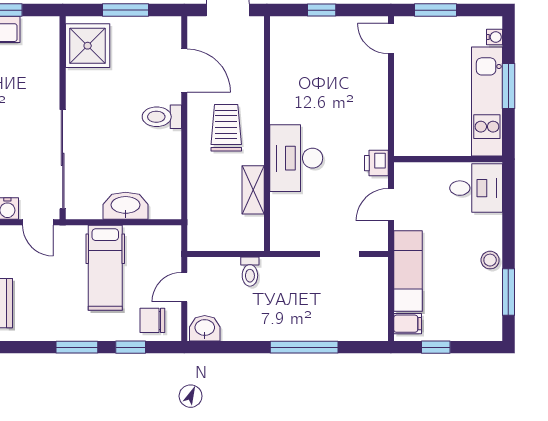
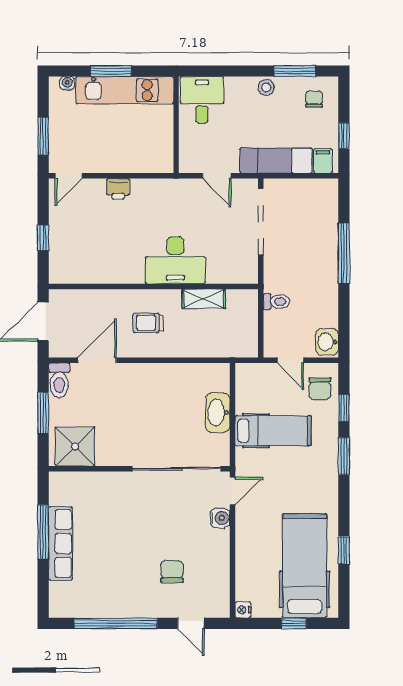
toilet: (162, 117) -> (59, 380), moved
trolley: (226, 128) -> (148, 323), width x0.73, depth x0.72
printer: (376, 163) -> (118, 189), moved
doorway: (339, 254) -> (261, 222), width x1.88
chair: (477, 314) -> (314, 99), added

